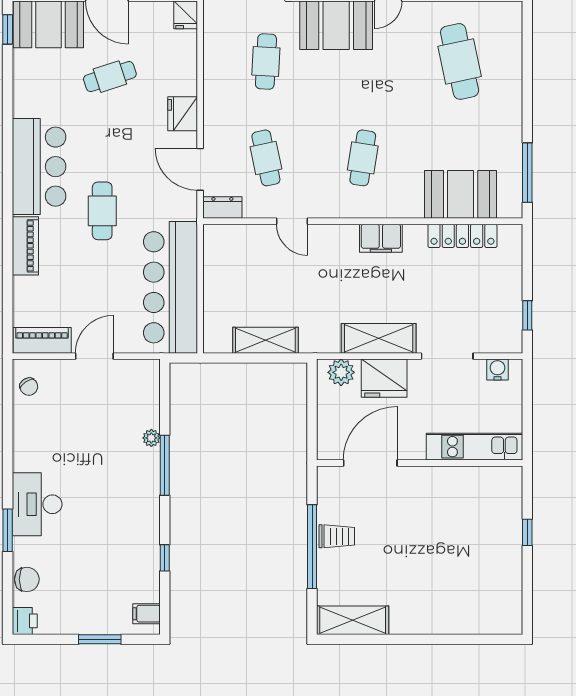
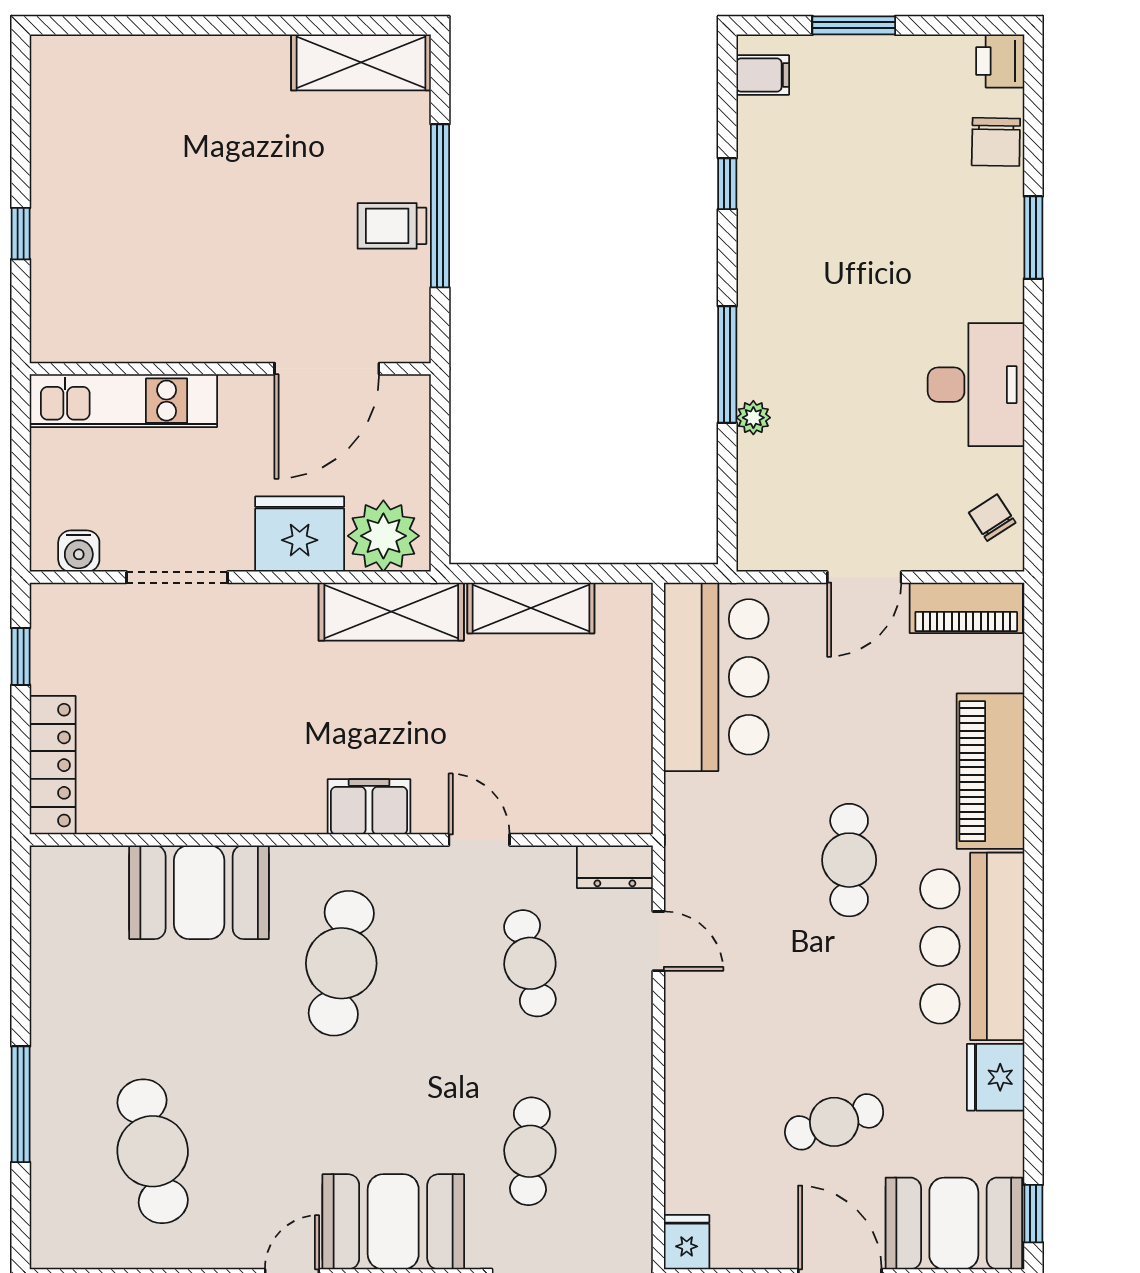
fridge: (183, 114) -> (996, 1077), moved, turned 180
cafe table: (363, 158) -> (341, 963), width x1.37, depth x1.35
door: (200, 169) -> (658, 941), width x0.73
window: (527, 173) -> (21, 1104), moved
booth: (461, 194) -> (199, 892), moved
locker: (462, 236) -> (53, 765), moved, turned 90
filing cabinet: (381, 238) -> (369, 807), moved
piano: (25, 246) -> (991, 771), width x1.37, depth x1.33
bar counter: (170, 287) -> (716, 677), width x0.73
shelving: (379, 338) -> (391, 612), moved
plant: (341, 372) -> (383, 536), width x1.36, depth x1.36
desk: (37, 504) -> (976, 385), moved
chair: (27, 579) -> (996, 142), turned -89

